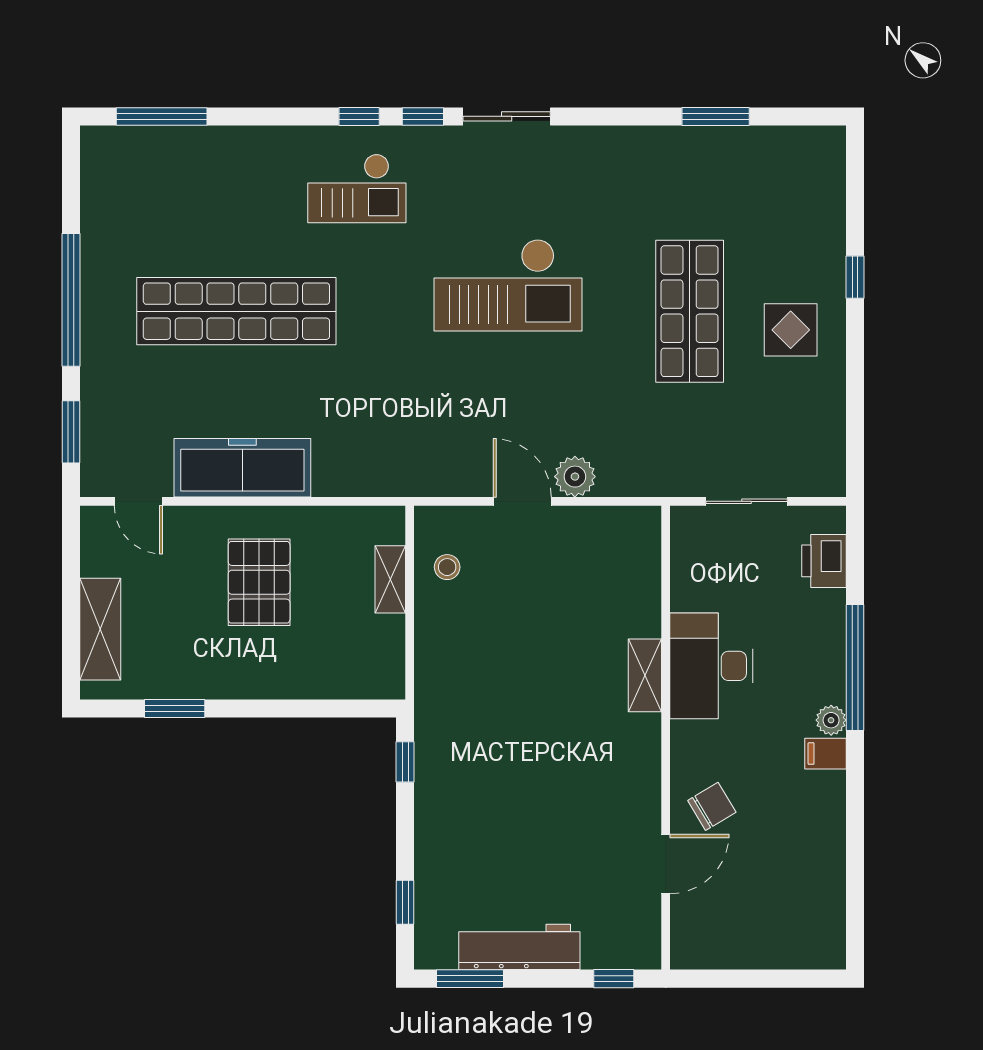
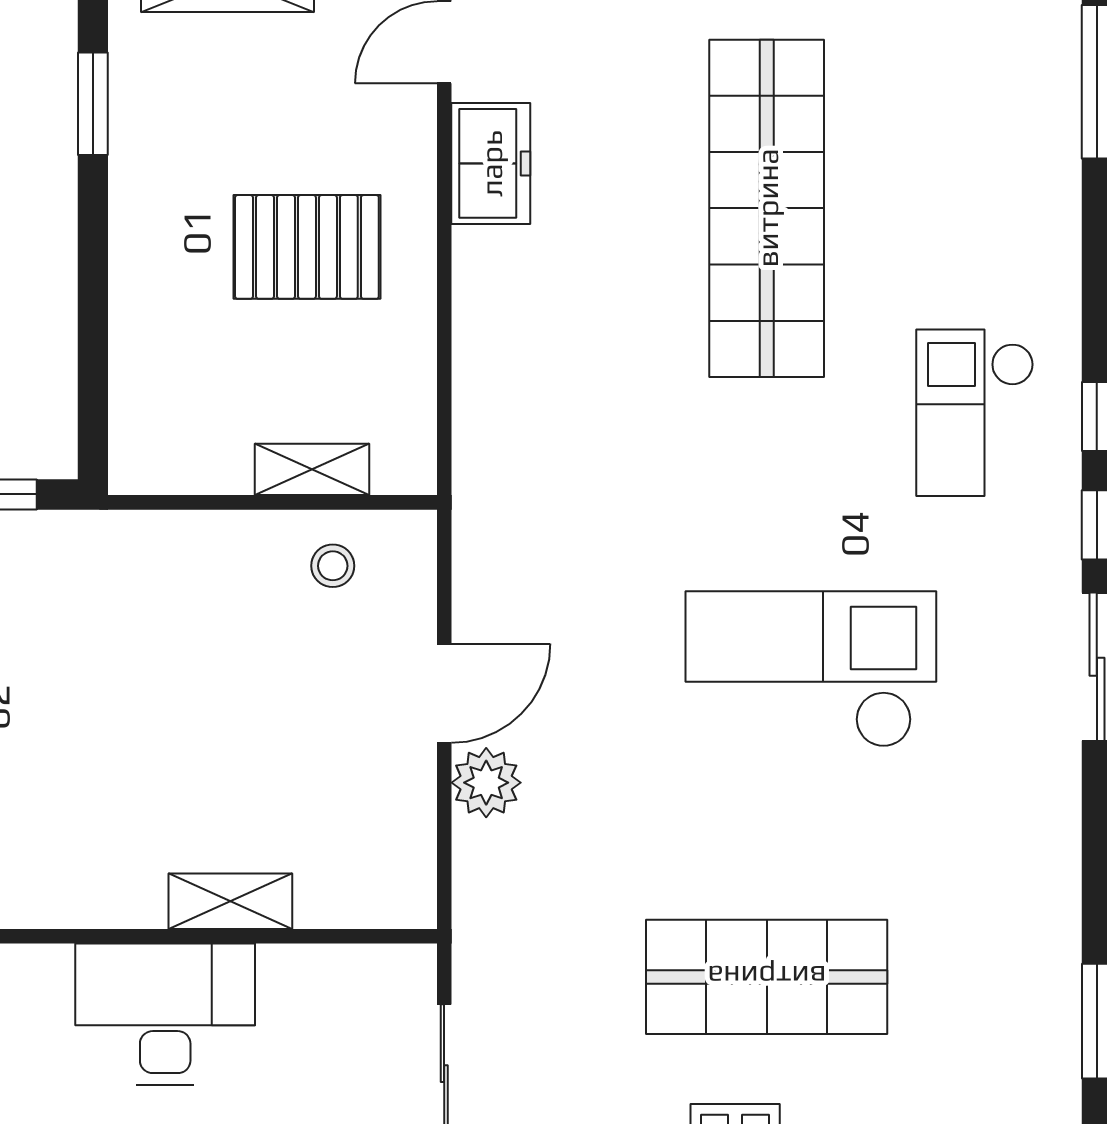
checkout: (508, 285) -> (811, 669), turned 90
freezer: (242, 468) -> (491, 163), width x0.52, depth x0.79
shelving: (645, 675) -> (230, 901), moved

